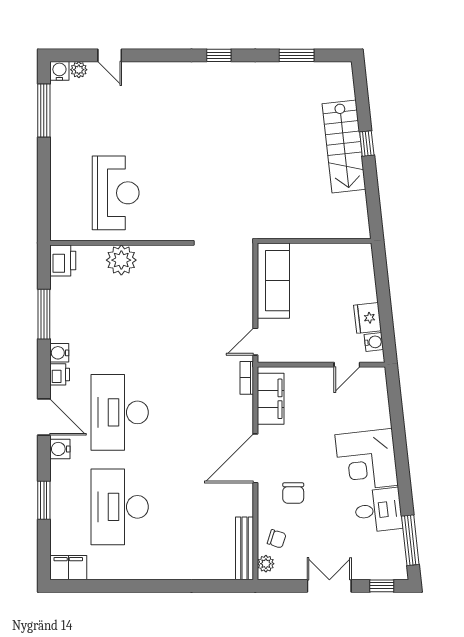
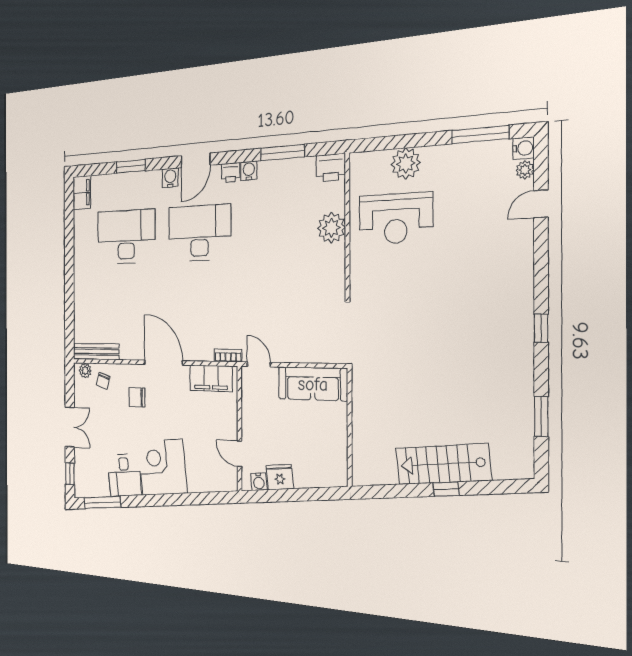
plant: (65, 183) -> (406, 164), added

